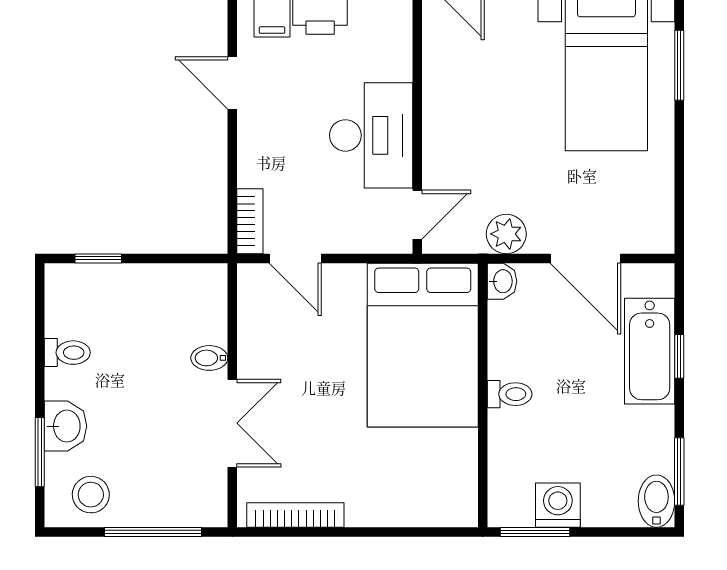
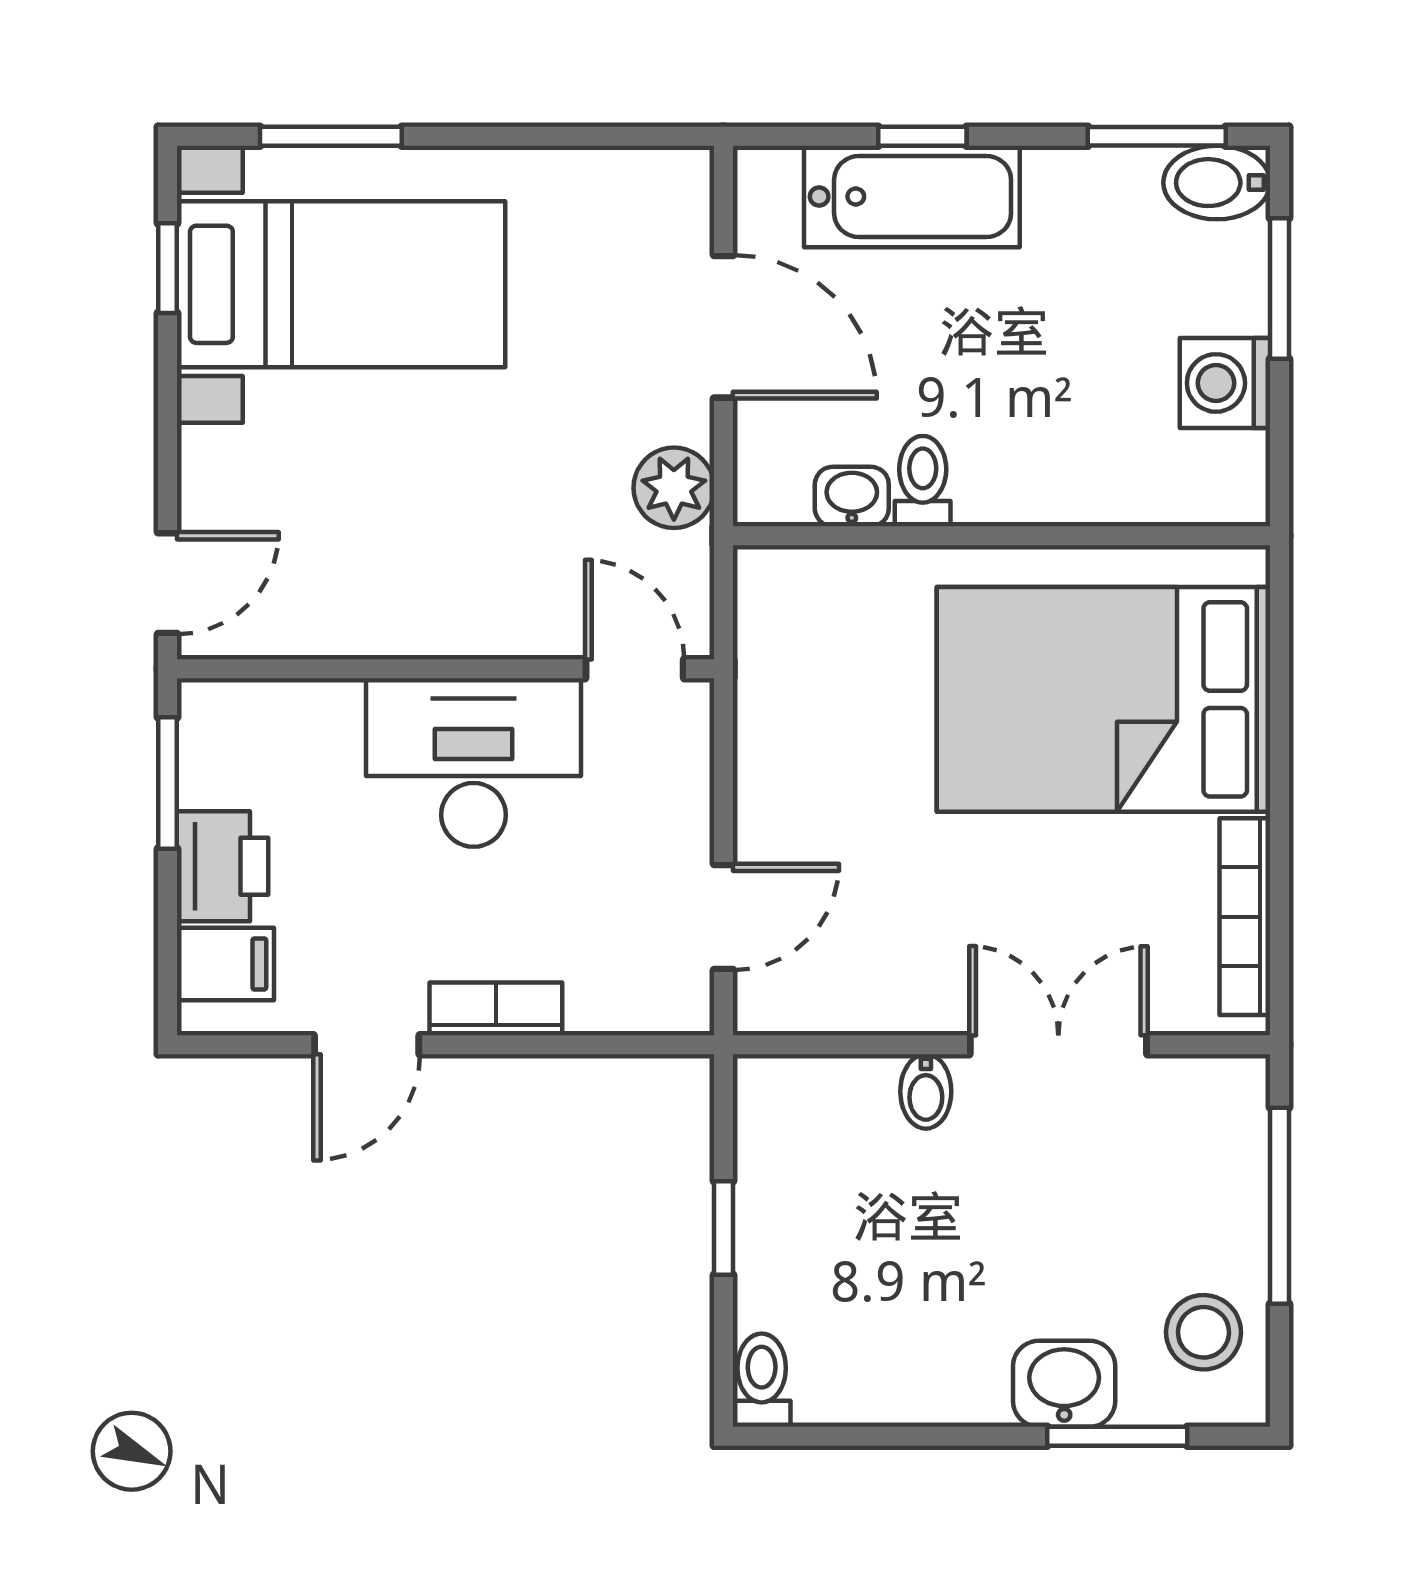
bookcase: (250, 221) -> (496, 1009), moved
window: (98, 258) -> (724, 1228), moved
door: (586, 258) -> (724, 327), hinge flipped
washbasin: (502, 281) -> (852, 496), moved
bed: (423, 345) -> (1104, 699), moved, turned 180
toilet: (67, 353) -> (762, 1380), moved
toilet: (510, 394) -> (923, 481), moved
window: (535, 532) -> (1280, 289), moved

